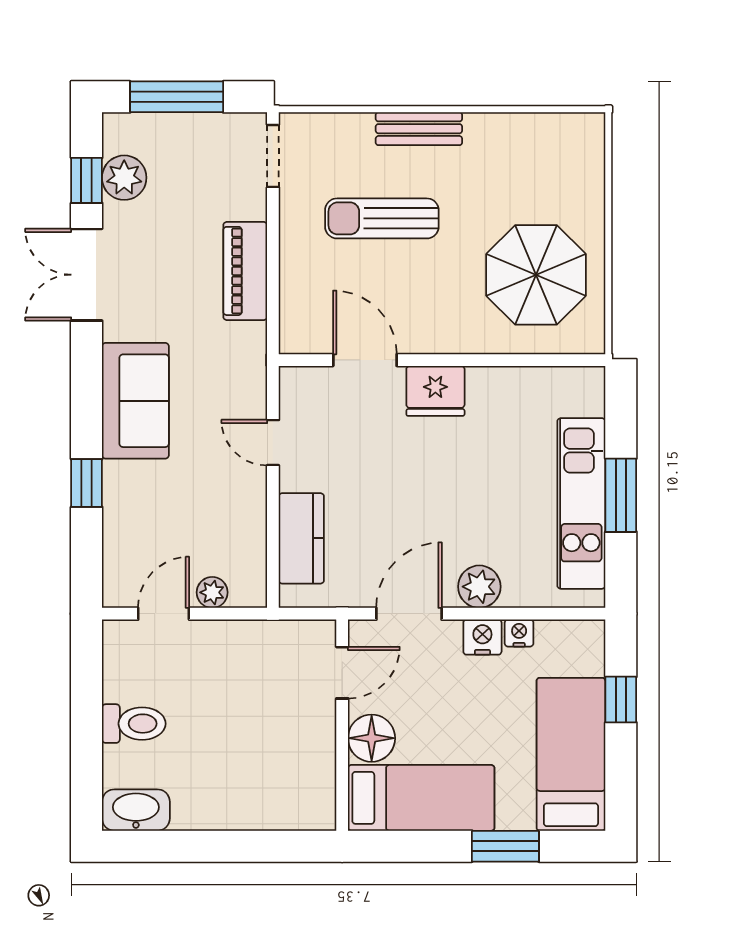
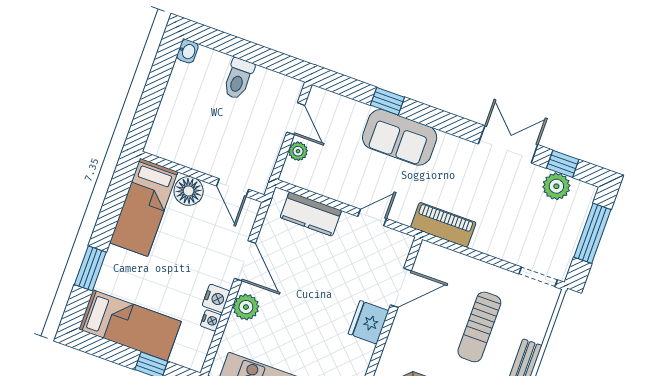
sun lounger: (382, 218) -> (479, 327), turned 180
piano: (245, 271) -> (443, 225), moved
sofa: (135, 401) -> (400, 137), moved
door: (342, 673) -> (233, 188), moved
wall: (342, 725) -> (202, 177), moved
floor lamp: (372, 738) -> (189, 191), moved
bed: (421, 798) -> (144, 207), moved
washbasin: (136, 810) -> (187, 51), width x0.52, depth x0.69

